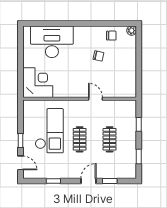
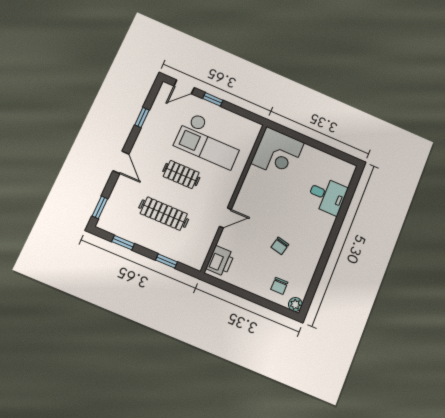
chair: (111, 36) -> (279, 286), moved
desk: (52, 42) -> (327, 196), width x0.53, depth x0.77
printer: (124, 90) -> (220, 261), added
clothes rail: (110, 139) -> (164, 214), width x1.36
window: (110, 181) -> (100, 207), moved

